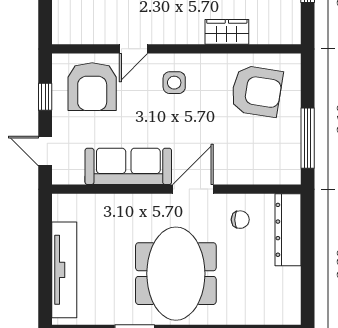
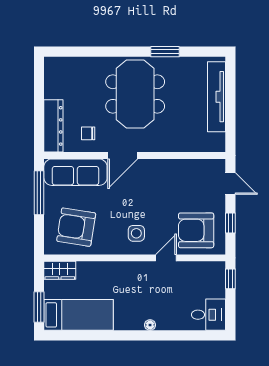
window: (45, 20) -> (230, 279), added
wardrobe: (227, 32) -> (60, 270), moved
armchair: (92, 87) -> (196, 230), turned -90
sofa: (128, 166) -> (75, 172), moved

